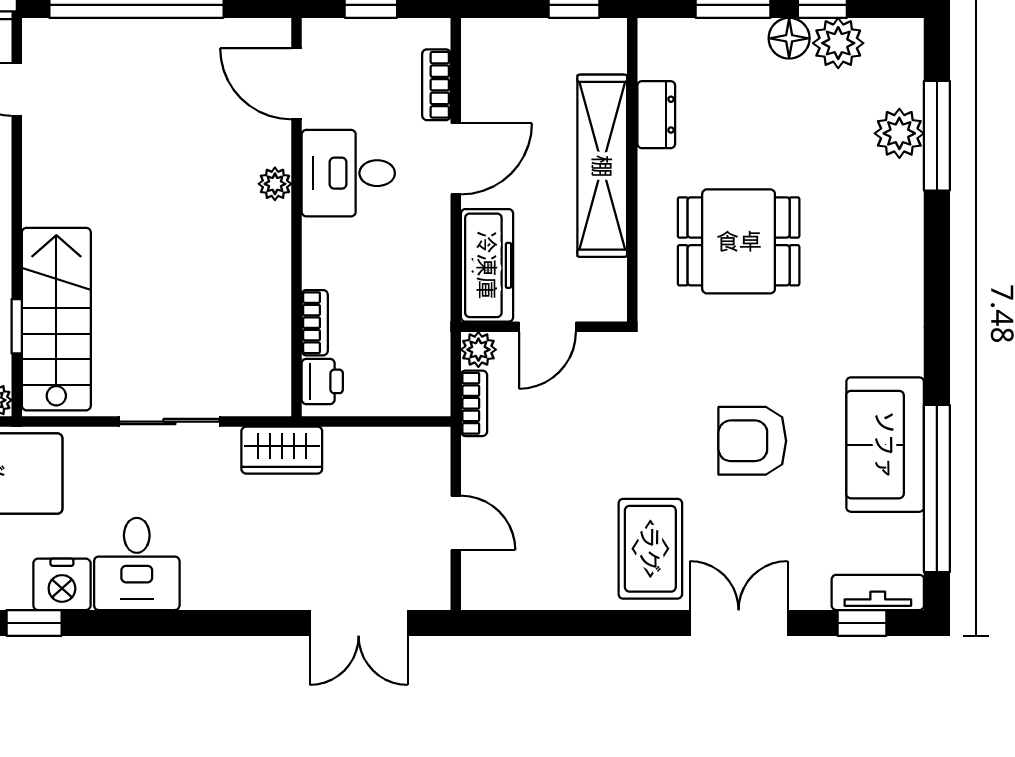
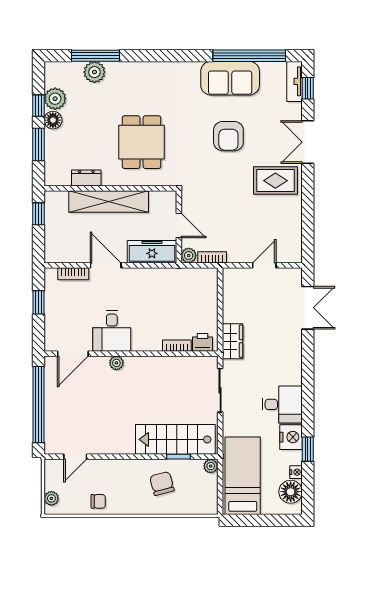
door: (296, 84) -> (73, 354), moved
desk: (348, 173) -> (112, 331), moved
plant: (275, 184) -> (116, 363), moved
wall: (296, 217) -> (131, 354), moved
bookcase: (315, 323) -> (177, 346), moved
printer: (322, 381) -> (203, 342), moved

